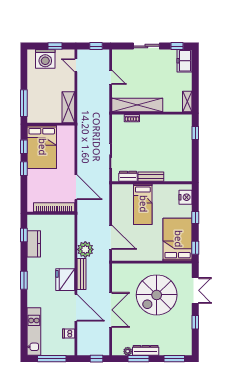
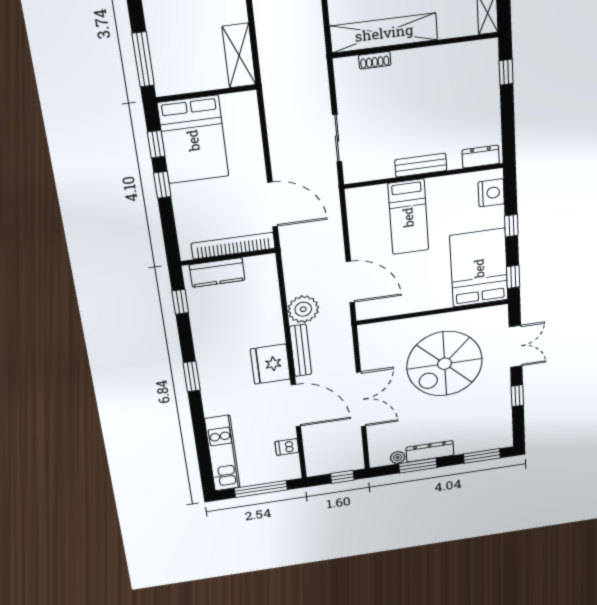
dresser: (128, 176) -> (481, 157), moved
kitchen counter: (34, 244) -> (217, 272), moved, turned 90

